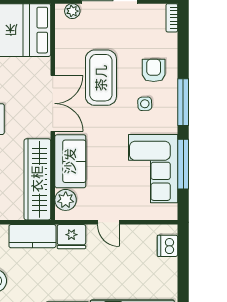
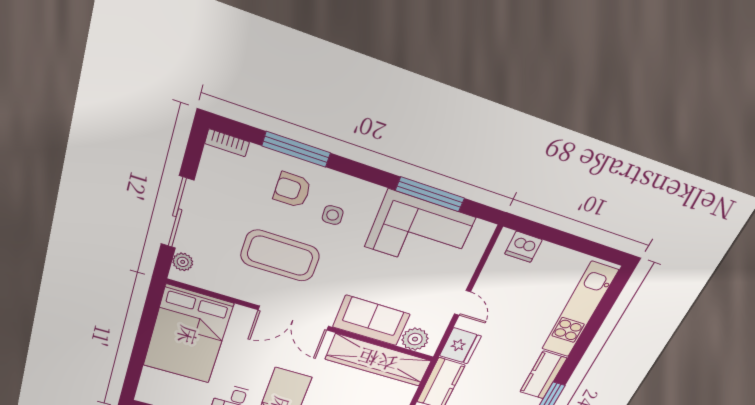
window: (183, 102) -> (296, 149), moved
double door: (53, 103) -> (294, 318), swing flipped
door: (108, 222) -> (462, 303), hinge flipped

